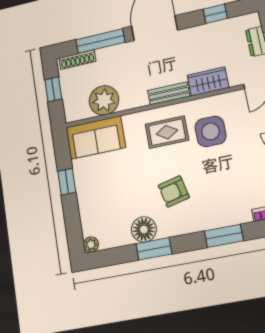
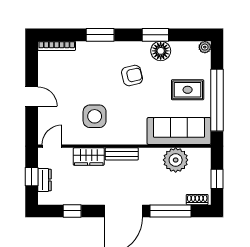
shoe rack: (77, 60) -> (197, 200), width x0.70
rug: (167, 132) -> (188, 90), moved
sofa: (96, 137) -> (179, 131), width x1.36
window: (67, 182) -> (217, 100), width x3.17

